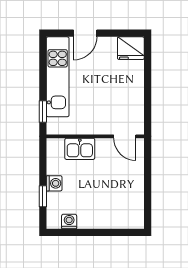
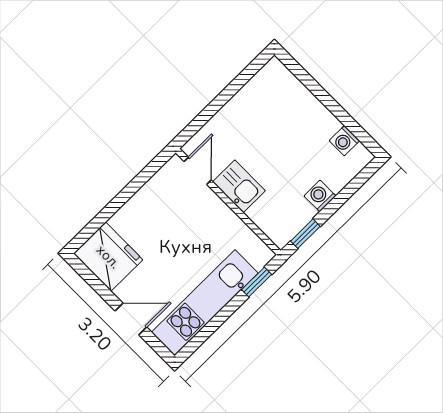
fridge: (131, 48) -> (108, 257), width x1.36, depth x1.34
kitchen sink: (80, 149) -> (239, 186), moved
window: (43, 196) -> (305, 234), moved

